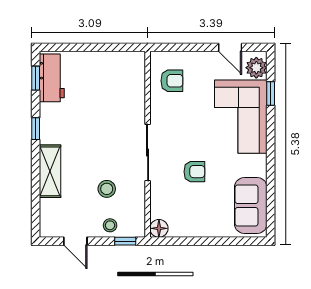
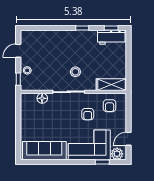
shelving: (50, 171) -> (111, 85), moved
armchair: (194, 172) -> (88, 114), moved
stool: (107, 189) -> (75, 72), moved
sofa: (251, 206) -> (44, 151), width x1.36
floor lamp: (159, 228) -> (42, 98), moved

